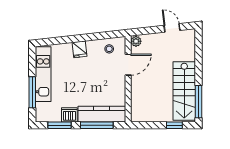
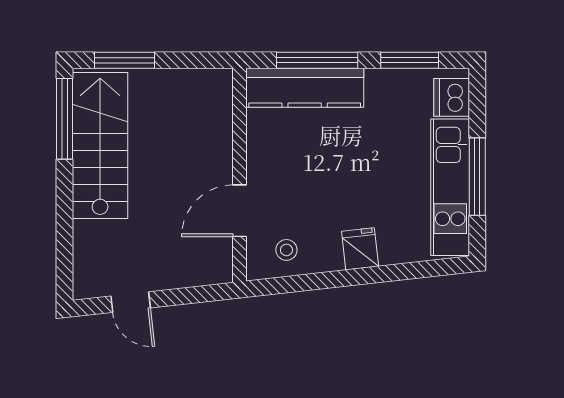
plant: (136, 41) -> (220, 269), removed
window: (32, 92) -> (477, 177), moved
dishwasher: (69, 115) -> (452, 97), moved, turned 90
window: (174, 125) -> (124, 60), width x1.50

